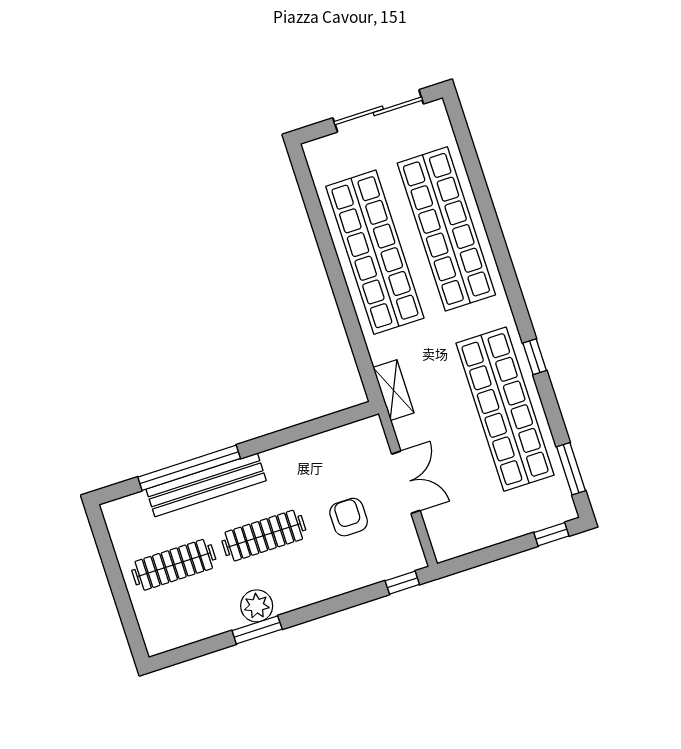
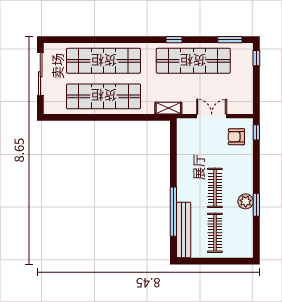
bench: (206, 485) -> (184, 230), moved
armchair: (349, 517) -> (236, 137), moved

